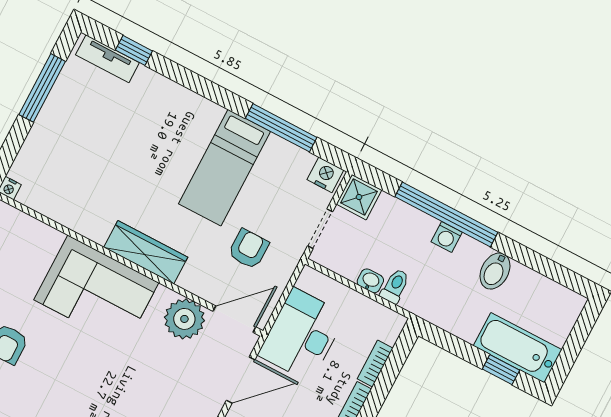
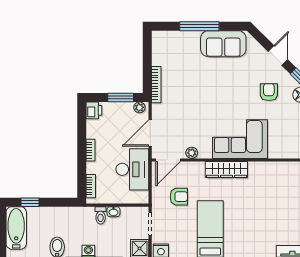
armchair: (249, 249) -> (179, 197), turned -90
plant: (184, 319) -> (192, 153), width x0.53, depth x0.53
bathtub: (518, 348) -> (16, 228), moved, turned -90
bookcase: (375, 363) -> (91, 186), moved

